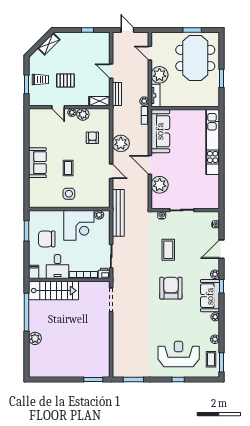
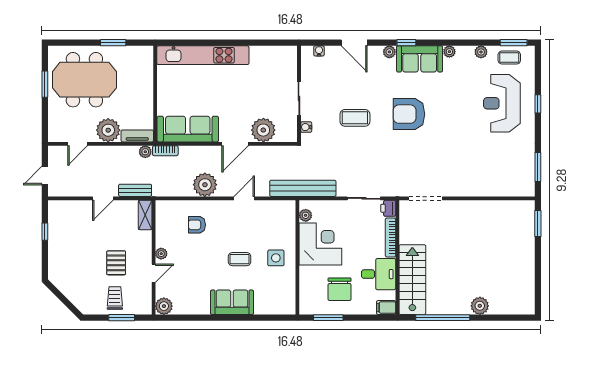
shelving: (49, 44) -> (65, 286), removed
plant: (83, 114) -> (164, 306), moved

